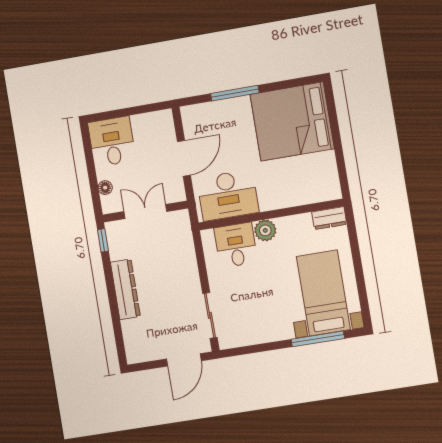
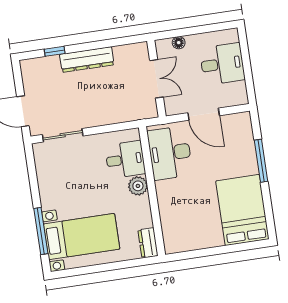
bed: (292, 121) -> (242, 210), width x0.73
desk: (112, 142) -> (222, 64), moved
window: (103, 240) -> (55, 51), moved

